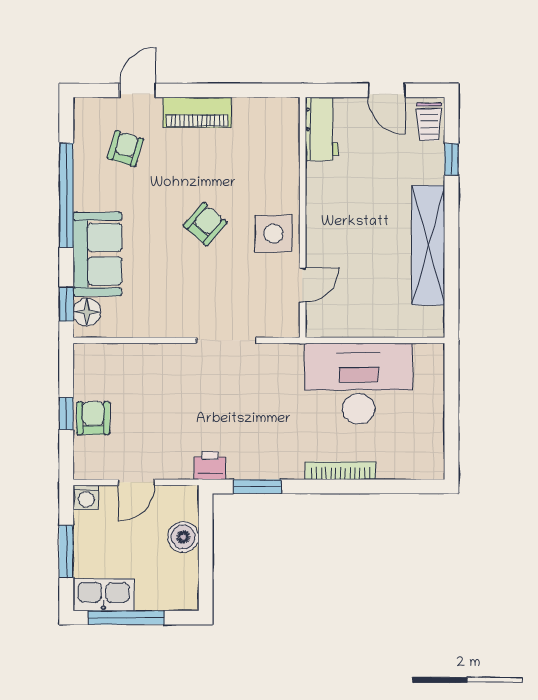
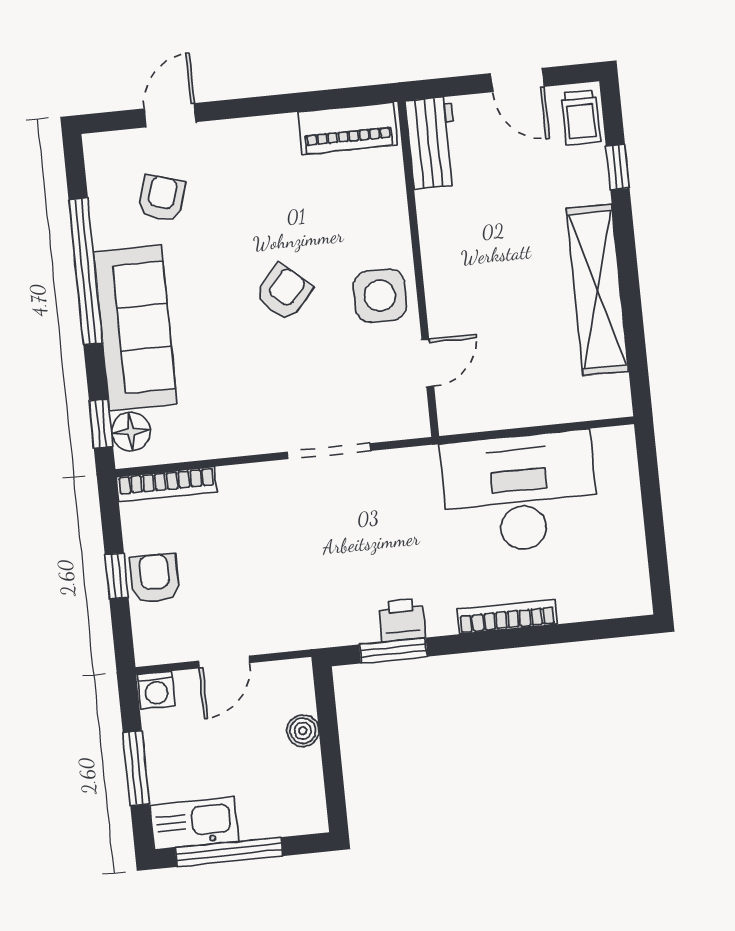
piano: (197, 112) -> (348, 128), moved
sofa: (97, 254) -> (135, 328), width x1.36
bookcase: (108, 352) -> (167, 484), added
printer: (210, 465) -> (402, 620), moved
boiler: (183, 537) -> (303, 731), width x0.73, depth x0.73

